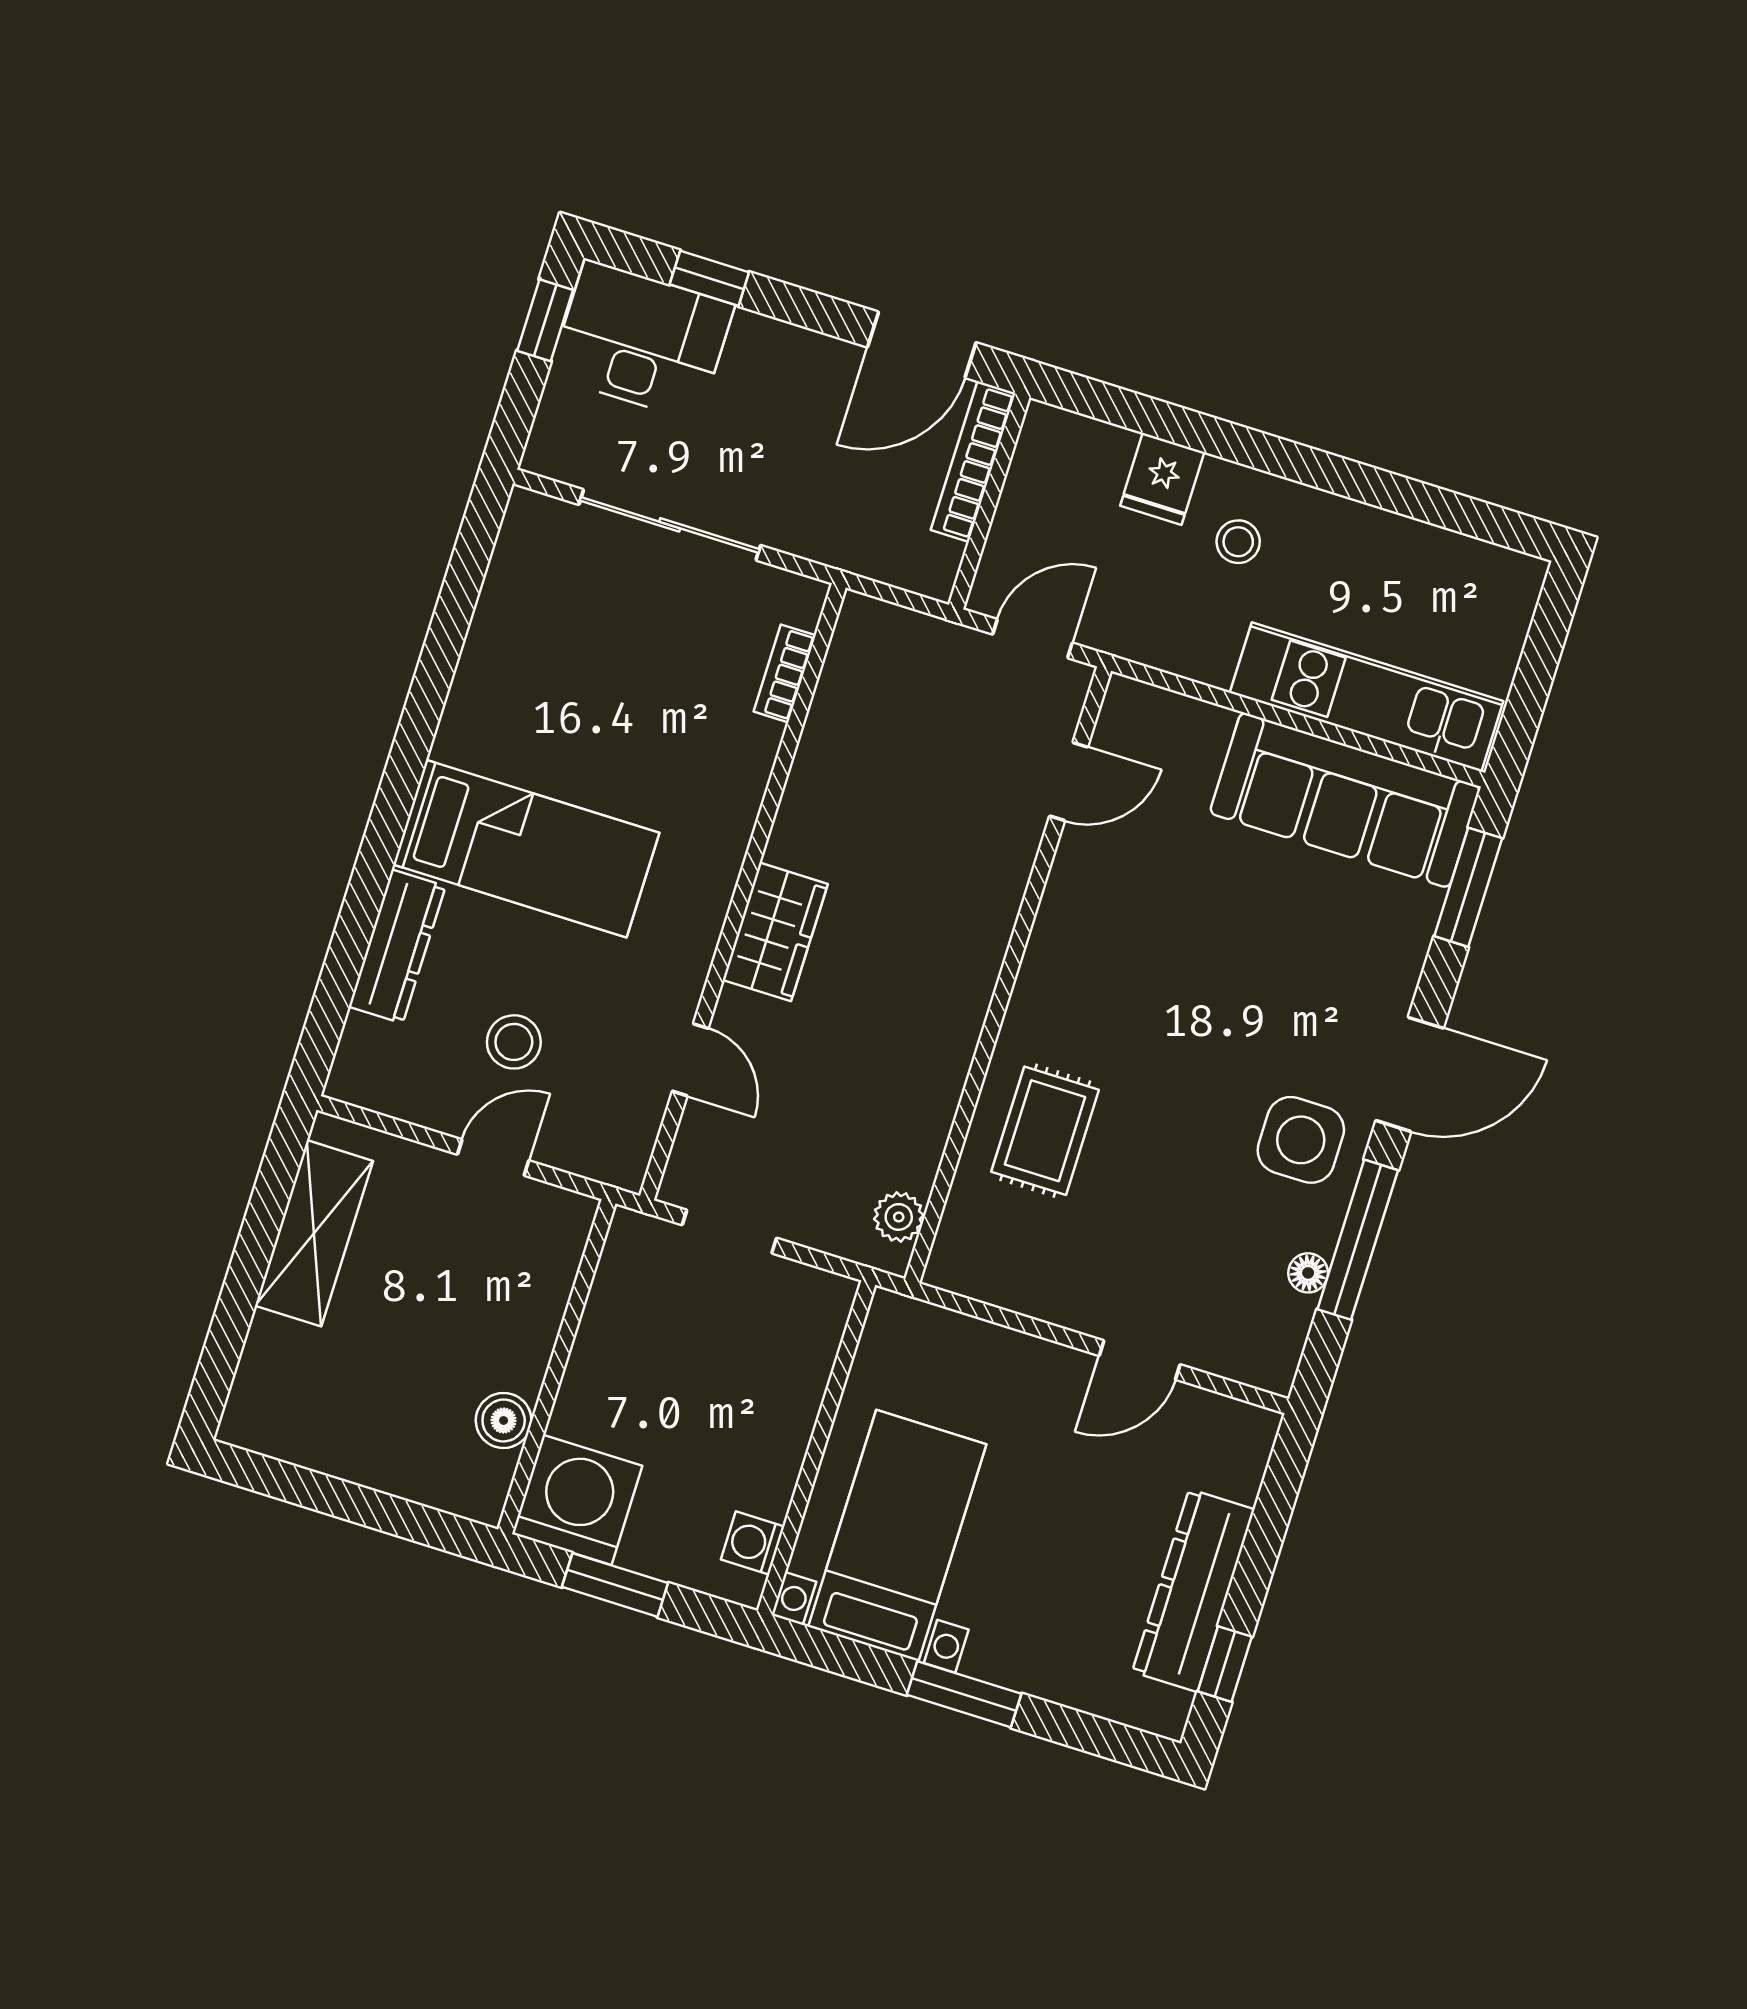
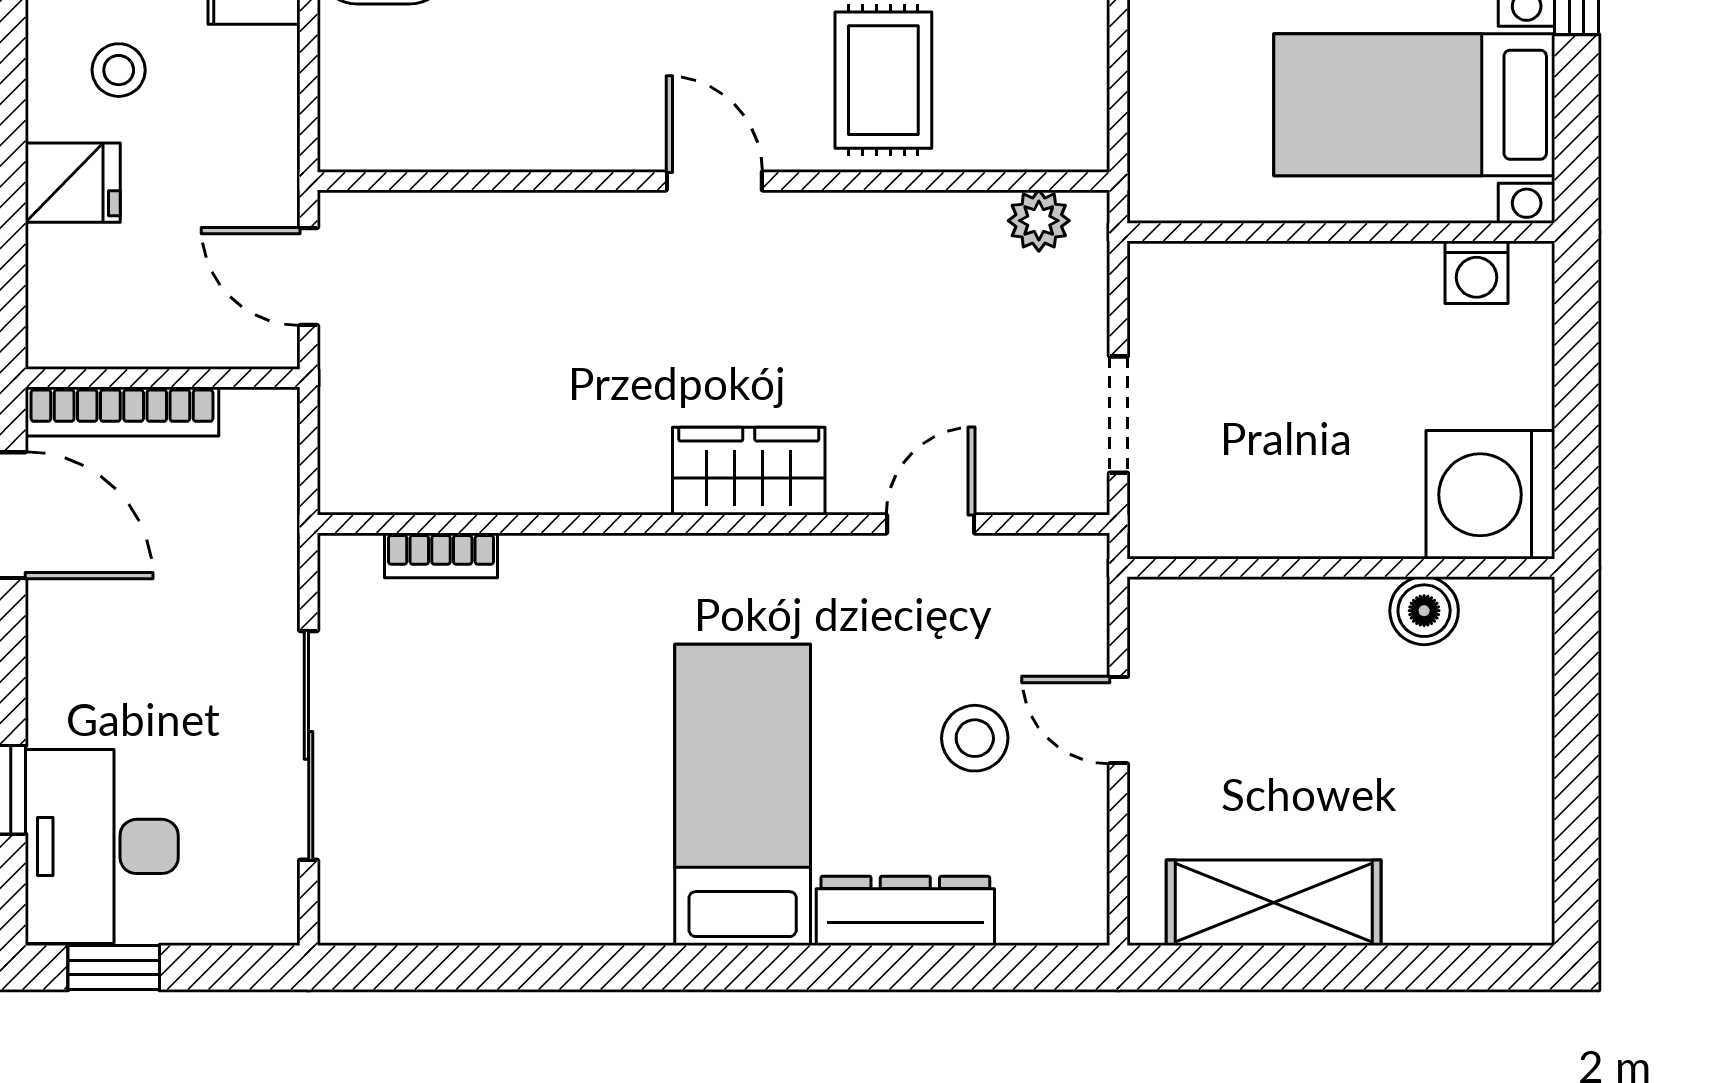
door: (1069, 782) -> (714, 181), moved
rug: (1045, 1131) -> (883, 80), turned 90
window: (615, 1585) -> (1577, 419), removed

